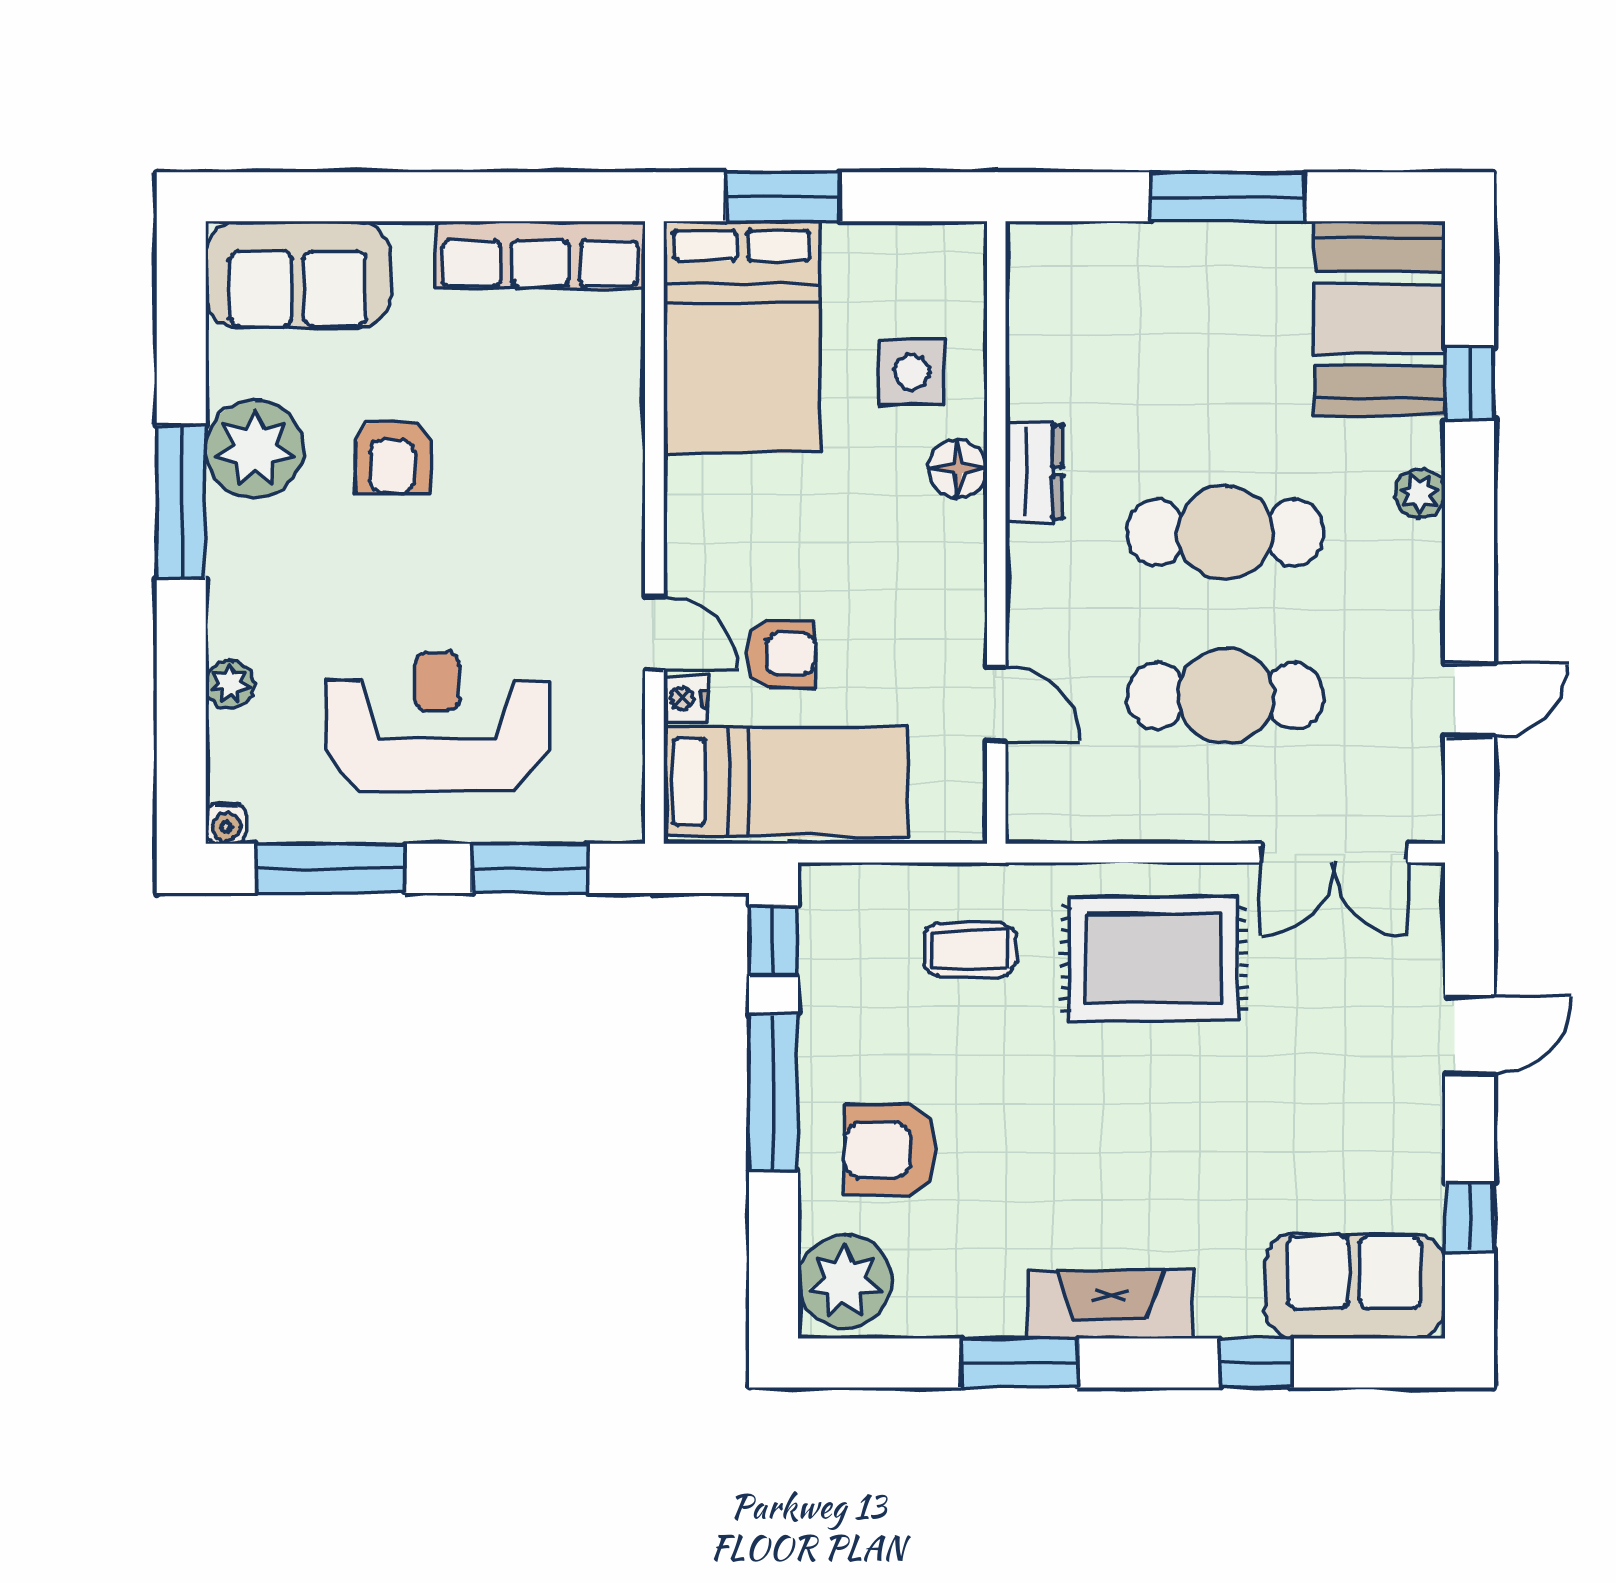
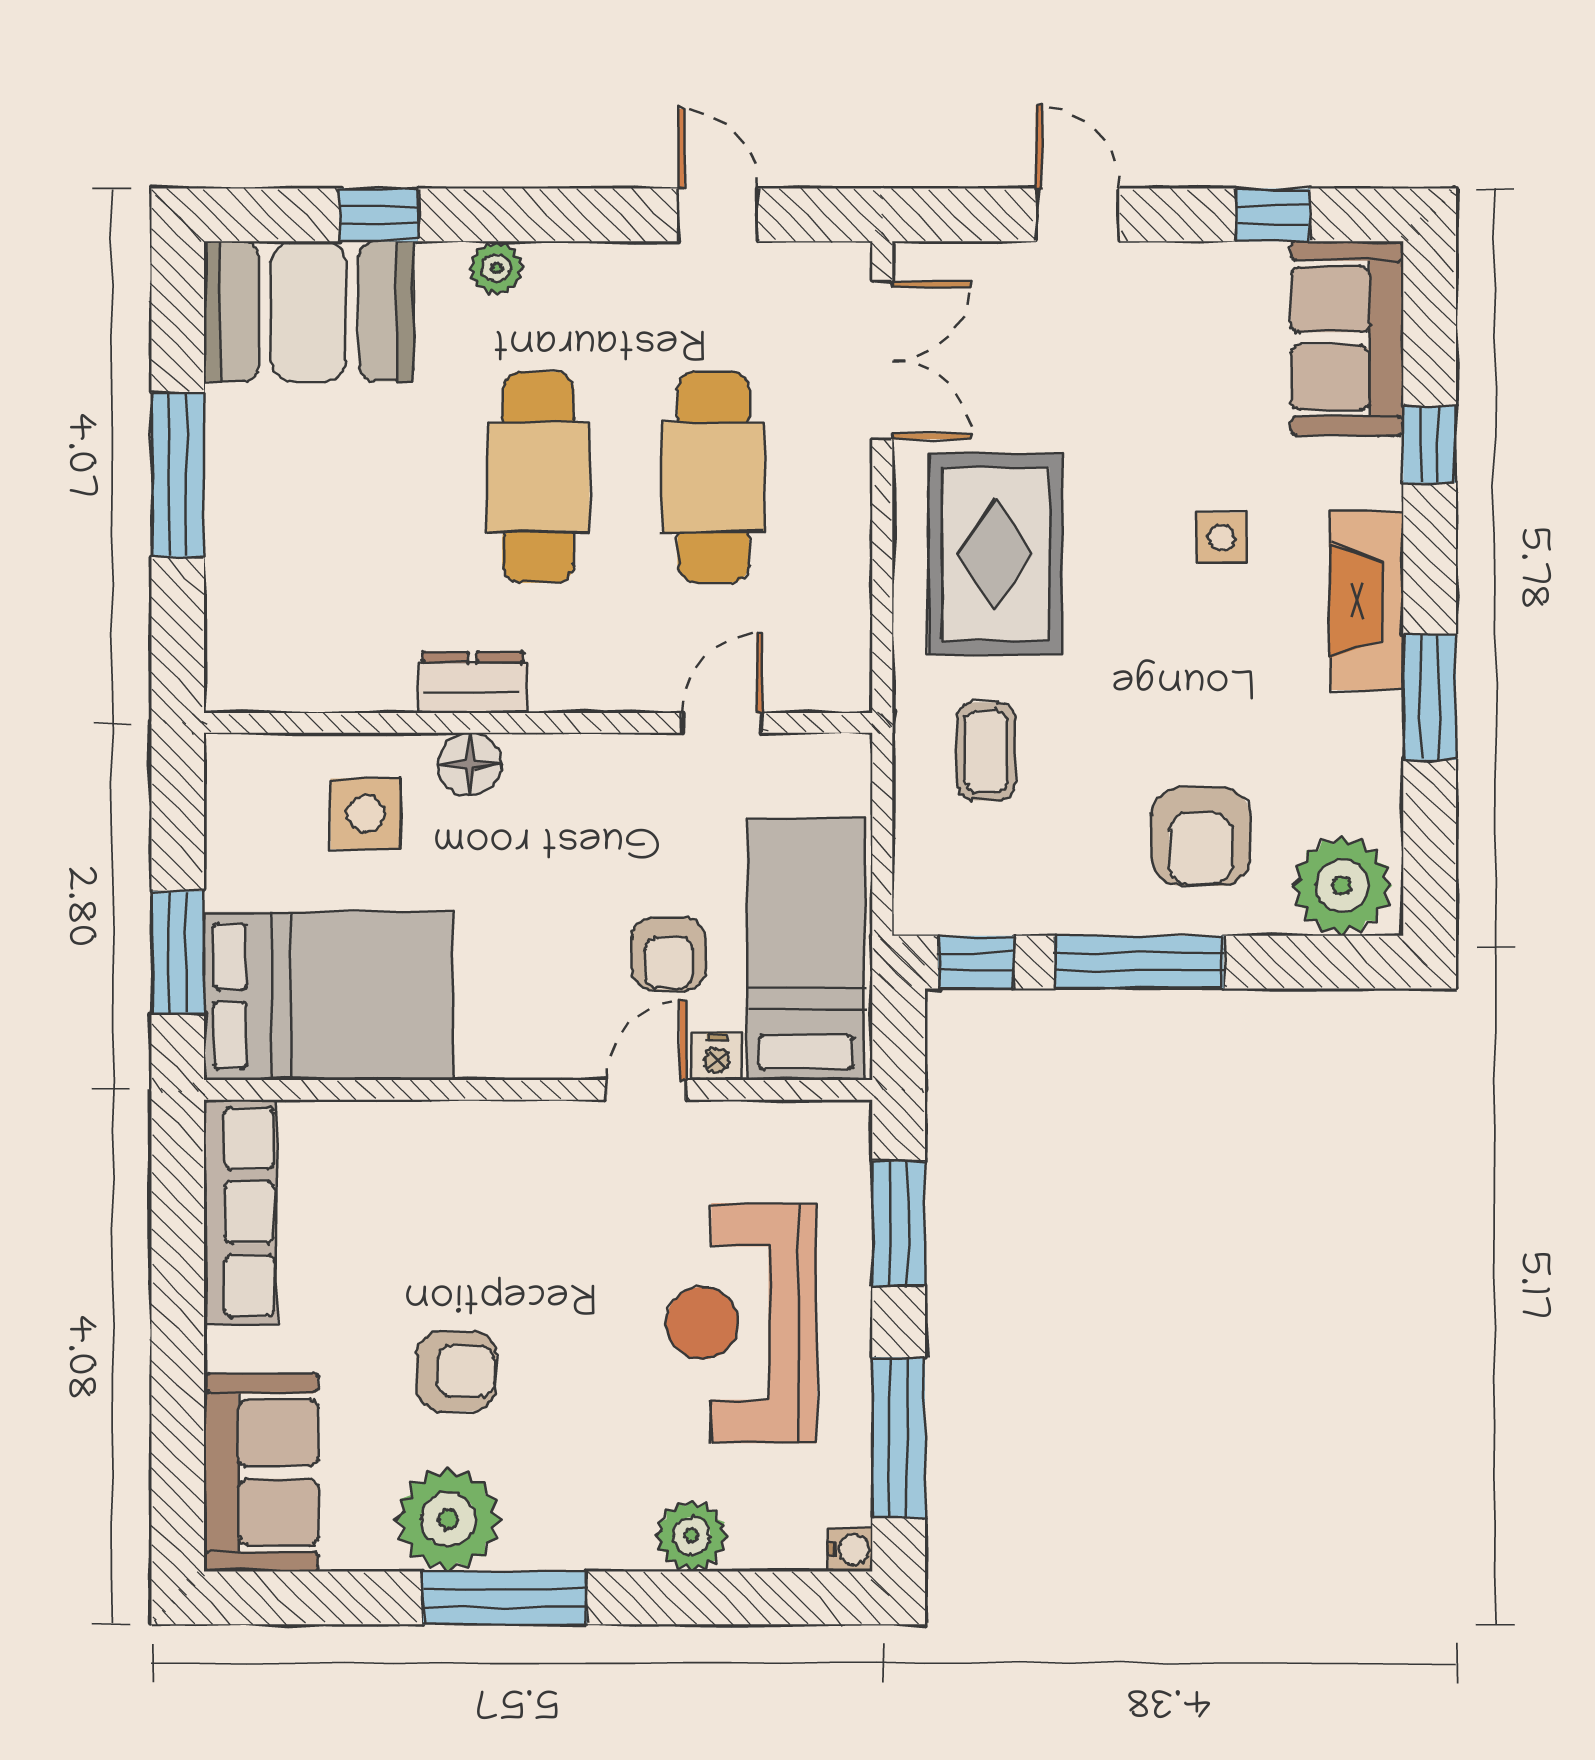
armchair: (781, 654) -> (668, 954), turned 180
plant: (230, 685) -> (692, 1536), width x1.38, depth x1.38
side table: (1169, 1169) -> (1222, 538), added

